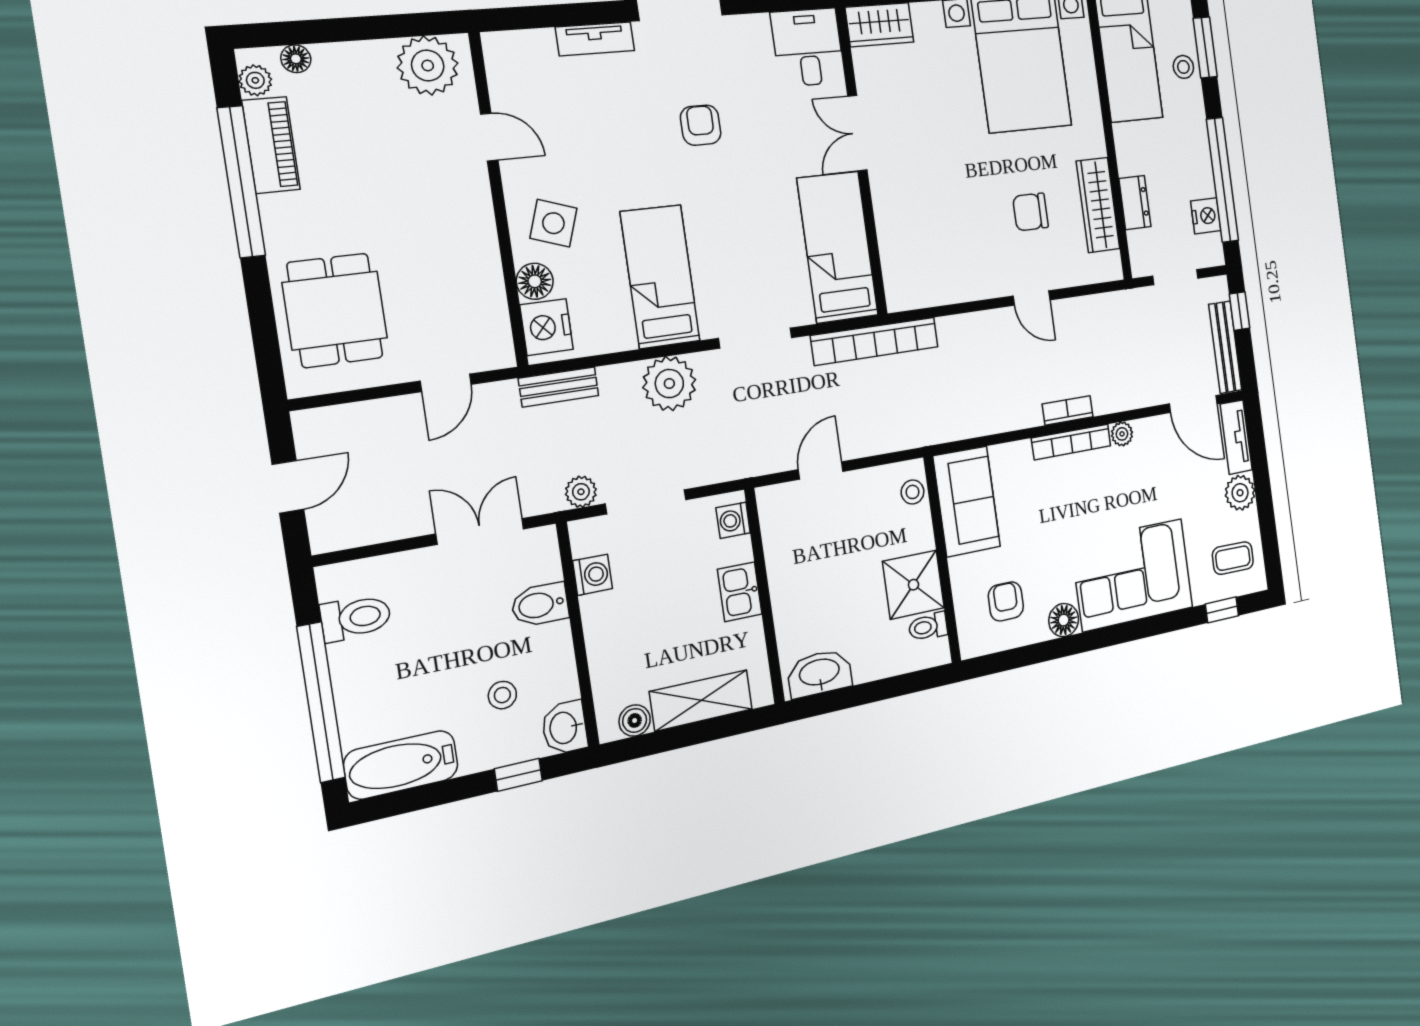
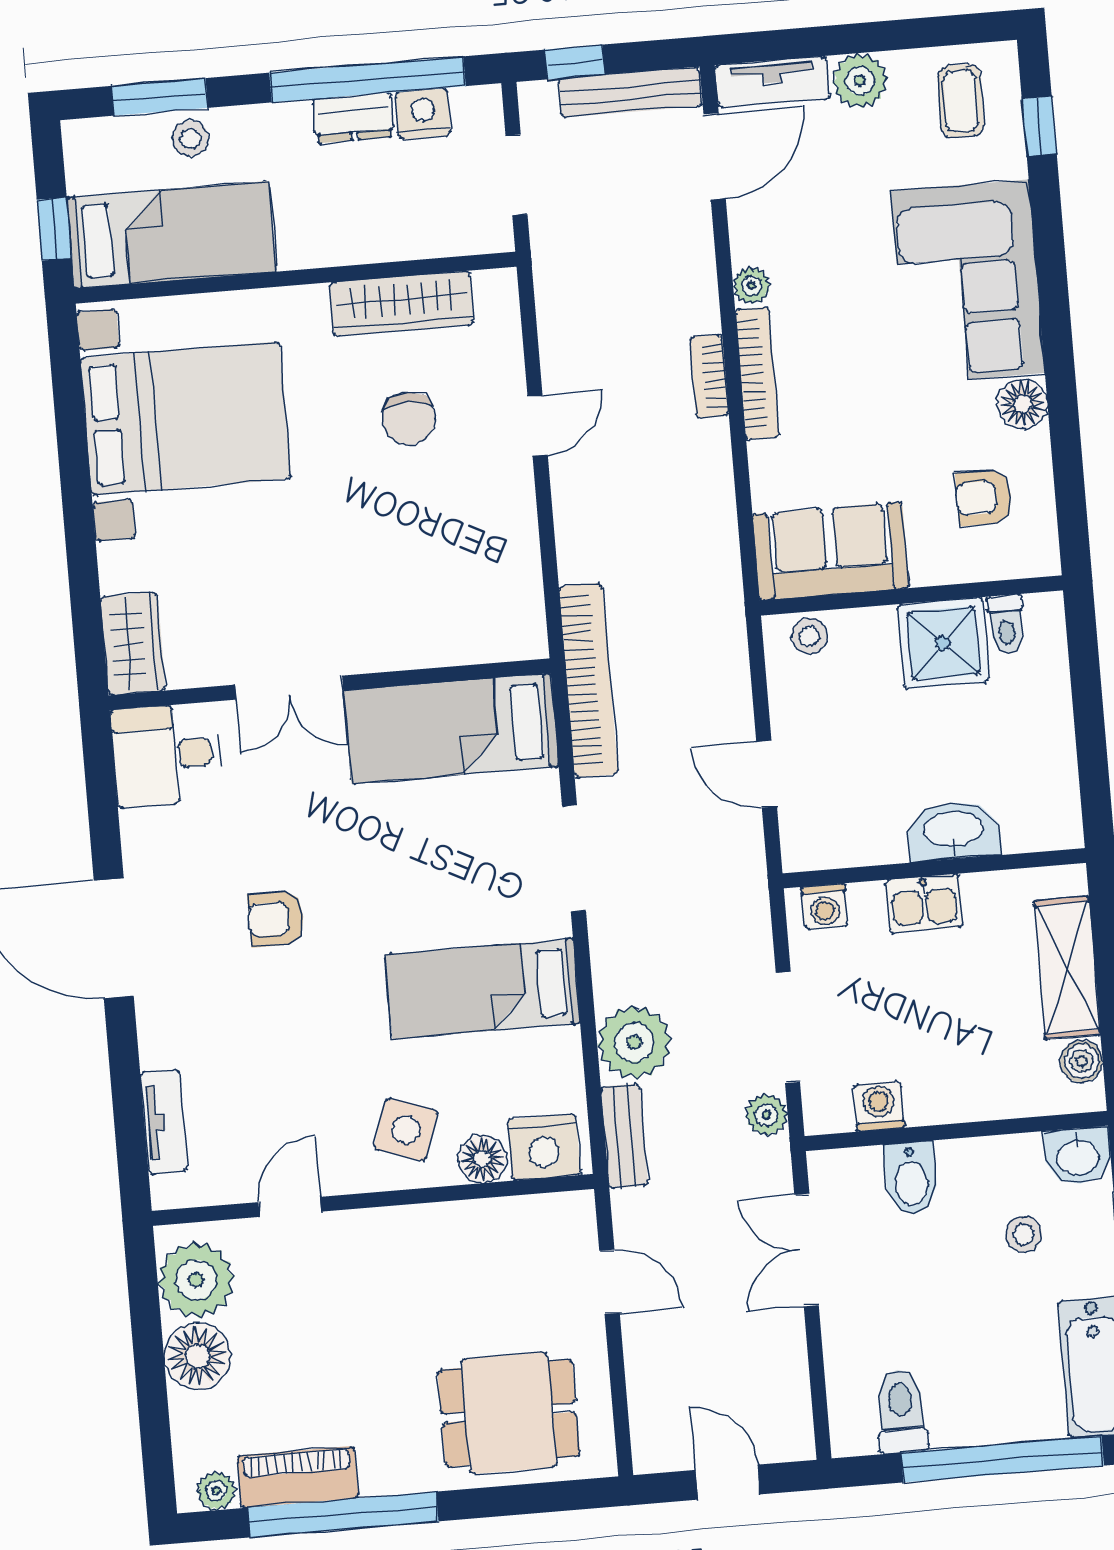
tv unit: (595, 39) -> (164, 1122), moved
floor lamp: (296, 59) -> (197, 1356), moved, width x1.89, depth x1.89
dresser: (1135, 203) -> (353, 118), moved, turned 180
plant: (669, 384) -> (634, 1042), moved
washbasin: (820, 673) -> (954, 831), moved, turned 90

